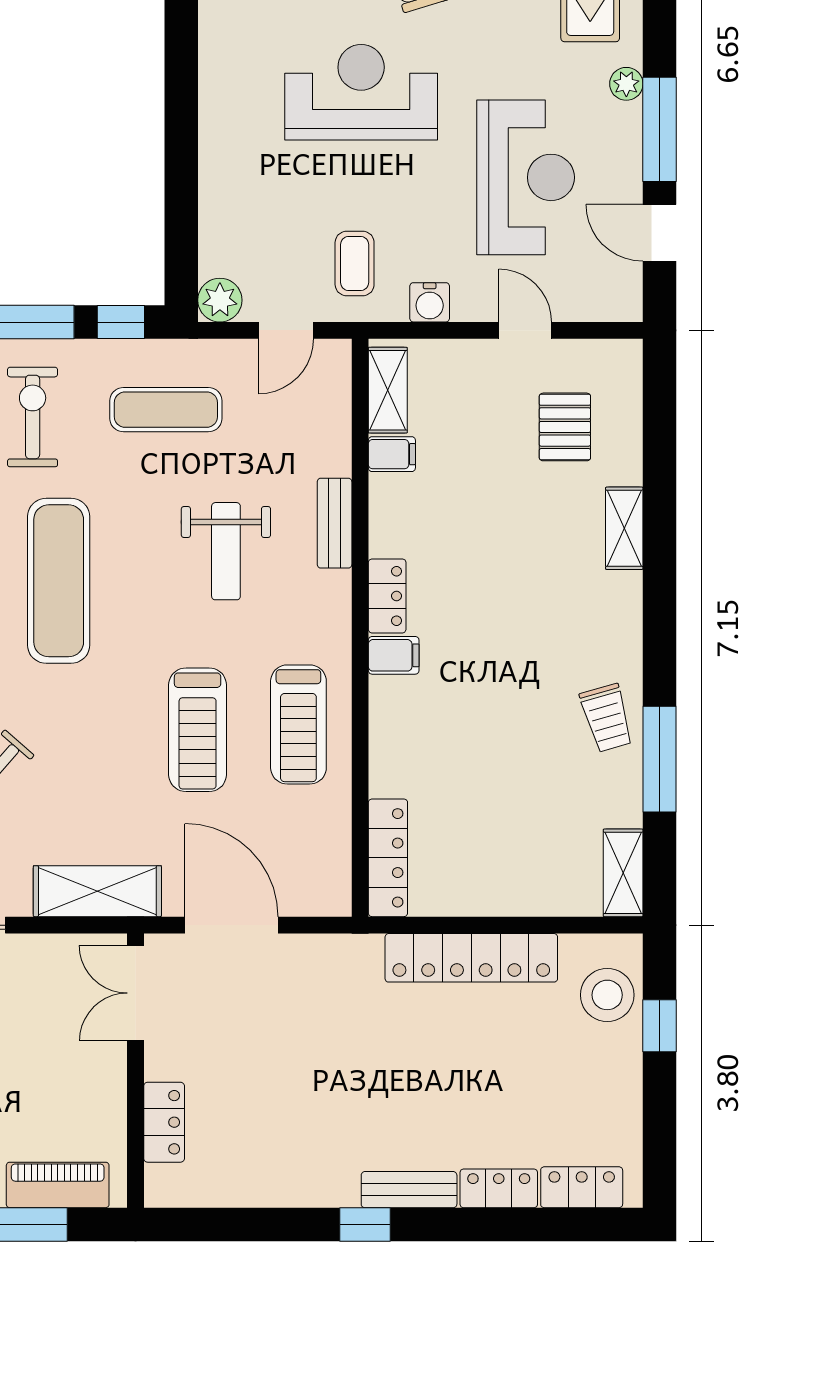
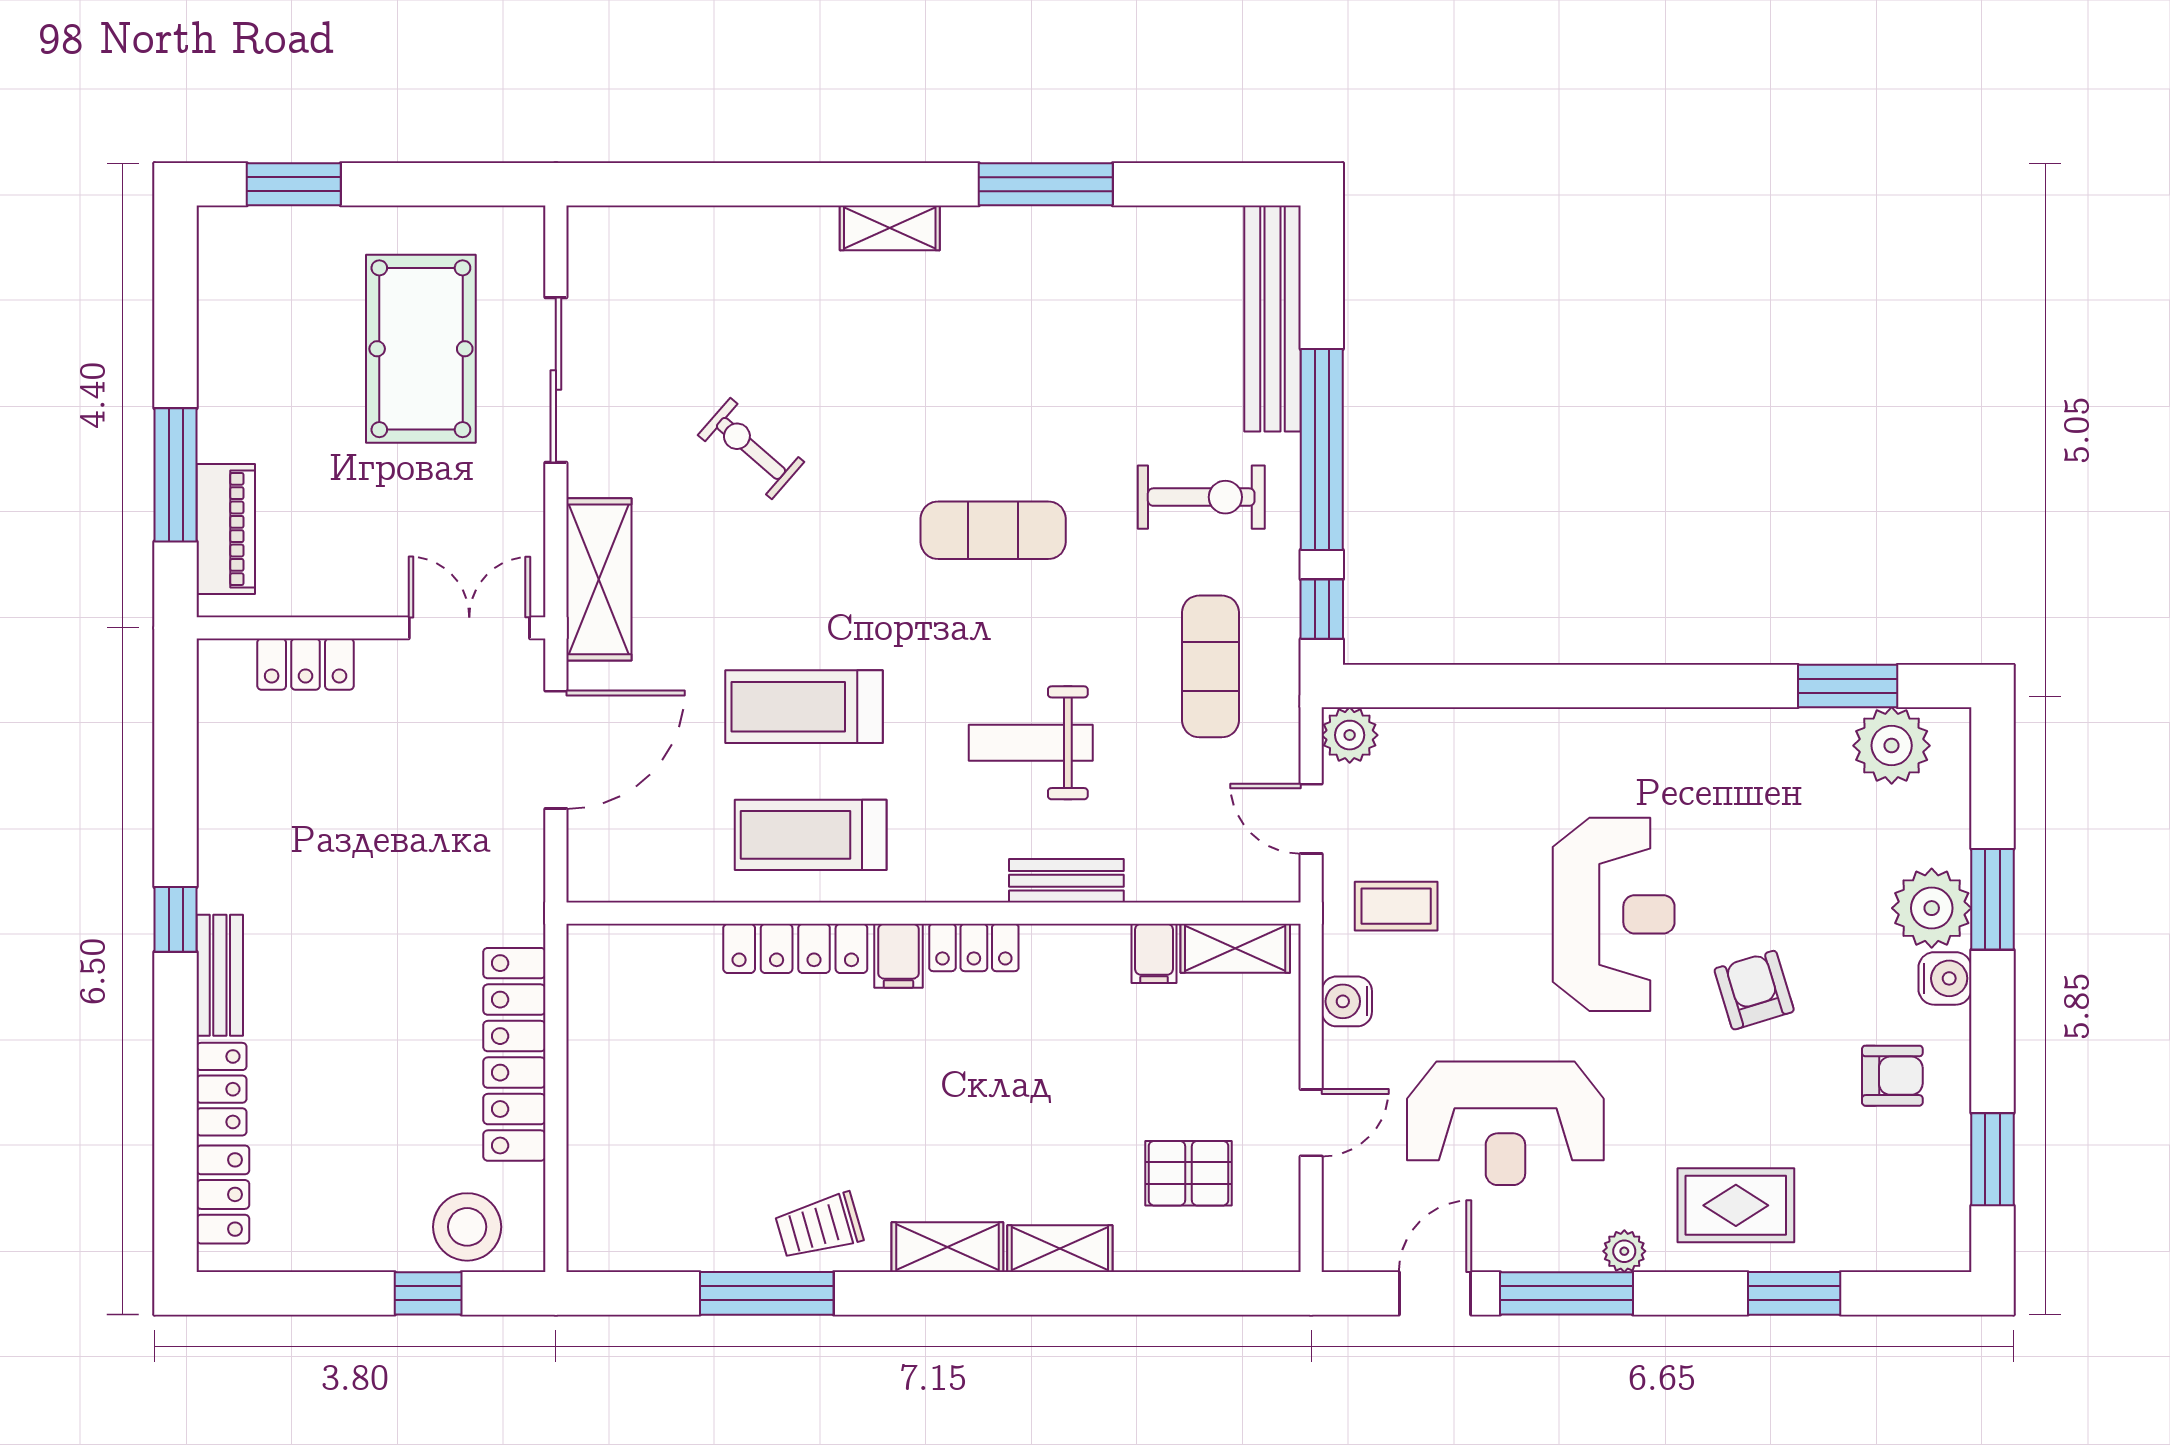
exercise mat: (59, 581) -> (993, 530), width x0.73, depth x0.69
locker: (388, 858) -> (795, 948), moved
shelving: (623, 873) -> (947, 1247), moved

